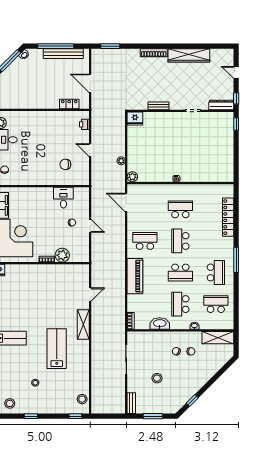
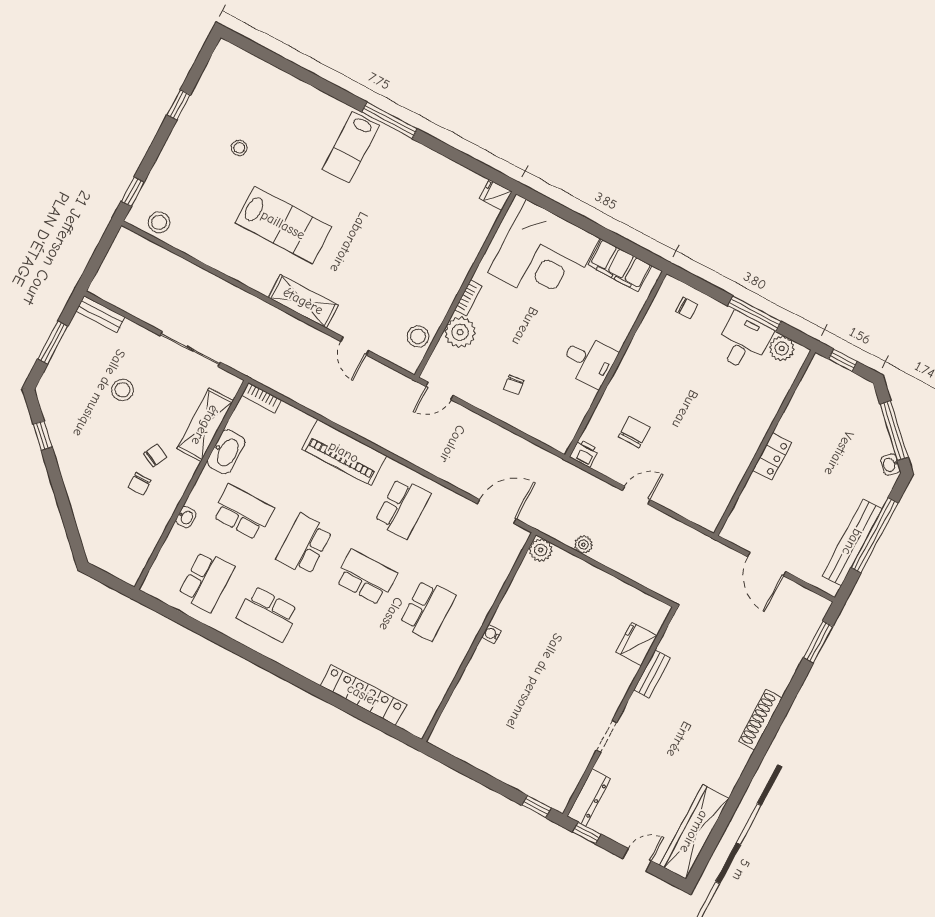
wardrobe: (189, 55) -> (694, 832), moved
door: (90, 83) -> (767, 564), swing flipped
locker: (69, 104) -> (772, 456), moved
fridge: (135, 118) -> (636, 644), moved
printer: (84, 124) -> (584, 453), moved
desk: (63, 198) -> (589, 361), moved
door: (90, 226) -> (440, 391), moved
window: (236, 260) -> (271, 666), removed
shelving: (218, 338) -> (205, 425), moved
stool: (10, 403) -> (418, 336), moved

